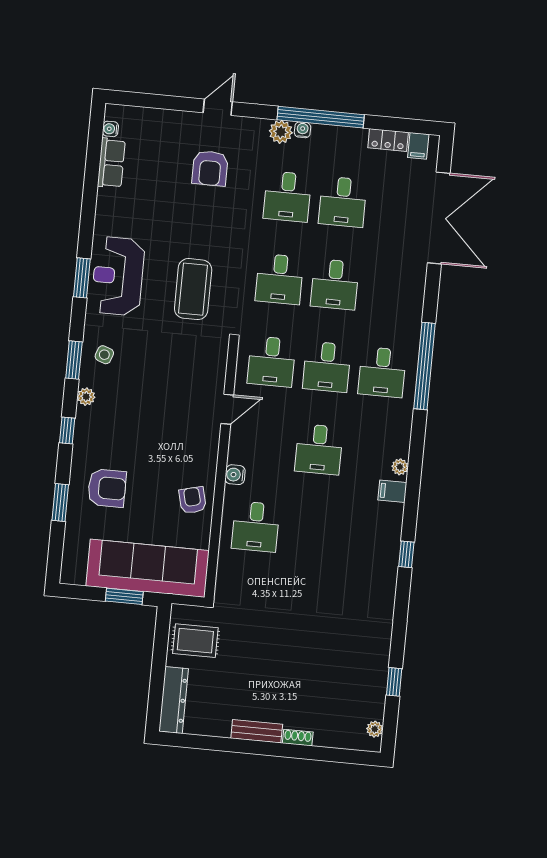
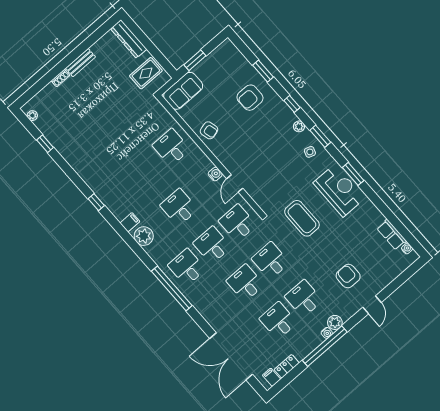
plant: (400, 467) -> (144, 236), width x1.88, depth x1.88
water cooler: (235, 475) -> (215, 174), moved
sofa: (148, 568) -> (183, 91), width x0.54, depth x0.79

